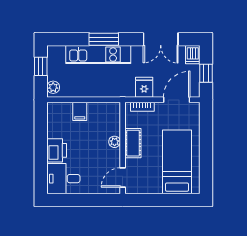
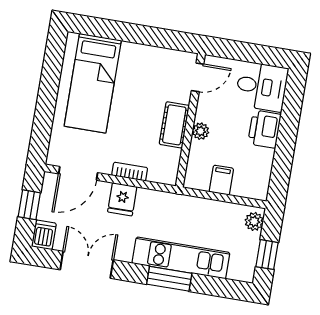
plant: (115, 142) -> (201, 131), moved
cot: (133, 143) -> (174, 125), moved
wall: (123, 148) -> (190, 120), moved
door: (123, 178) -> (198, 77), moved

